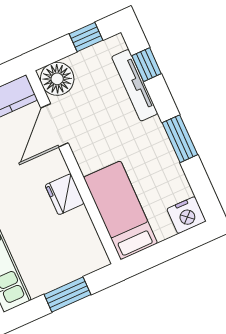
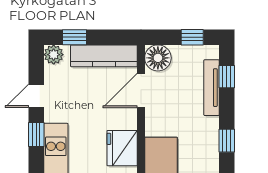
window: (180, 139) -> (227, 141), width x0.67
fridge: (65, 194) -> (122, 148), width x1.36, depth x1.34

